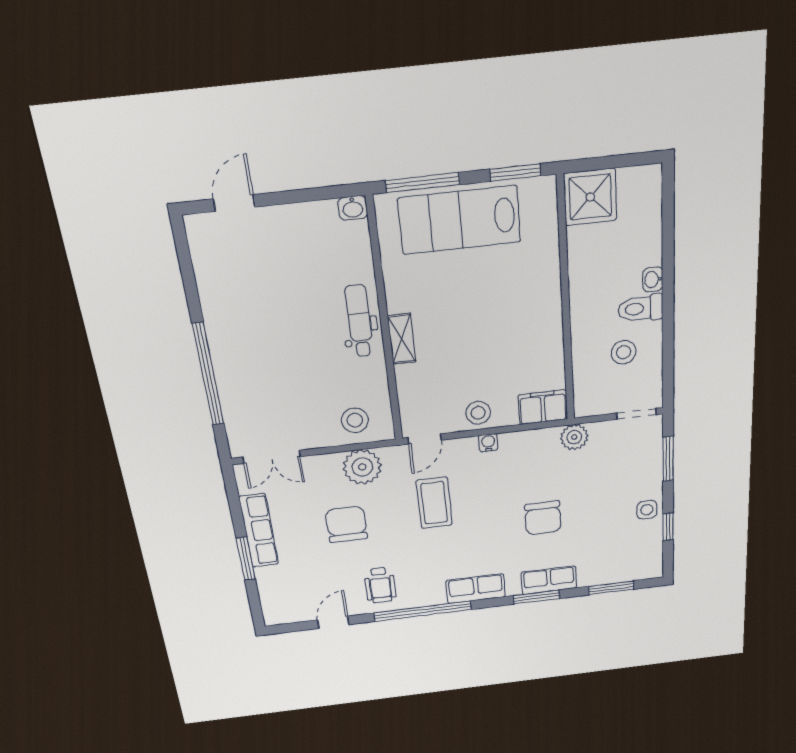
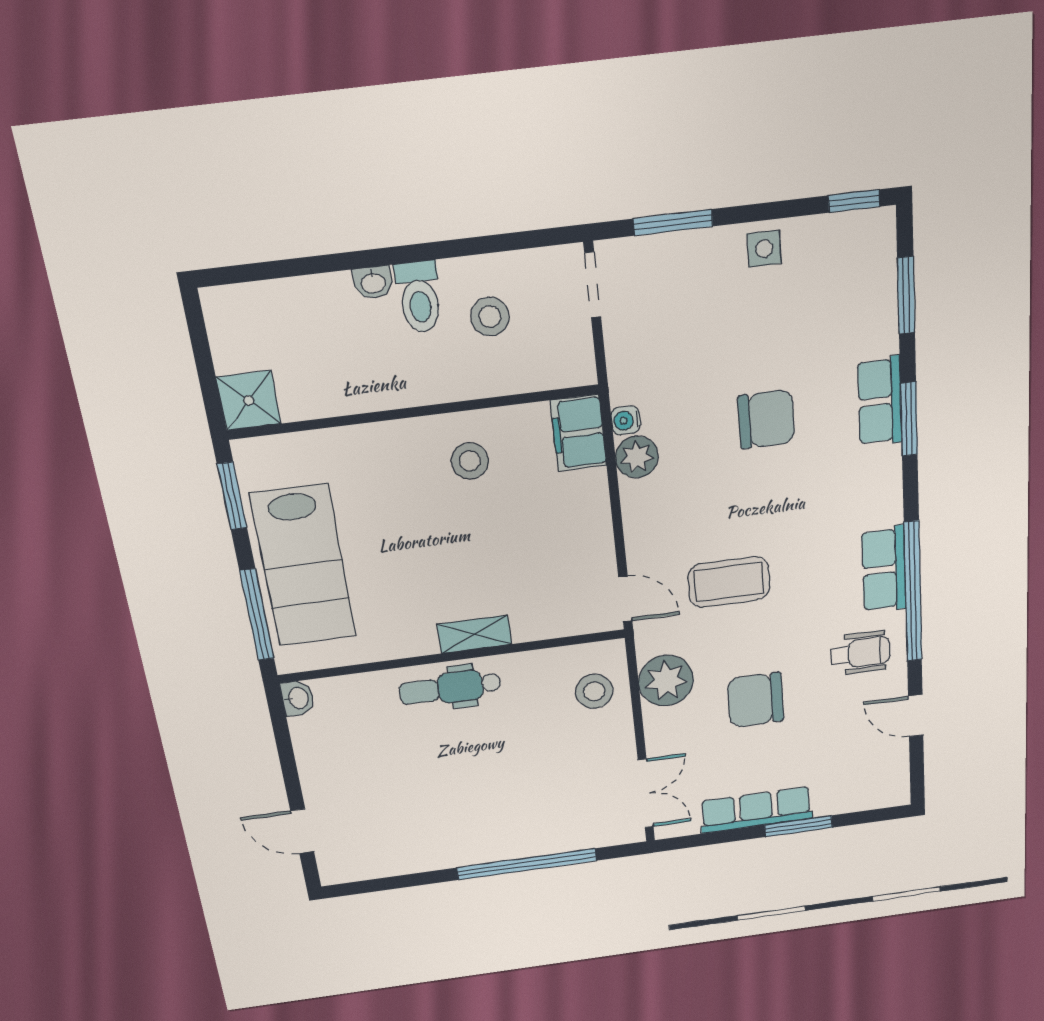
shower: (590, 197) -> (249, 400), width x0.73, depth x0.73
stool: (478, 413) -> (470, 461), moved
plant: (574, 437) -> (637, 457), moved
water cooler: (488, 443) -> (626, 420), moved
window: (668, 527) -> (854, 201), moved
row of seats: (476, 589) -> (884, 569), moved

